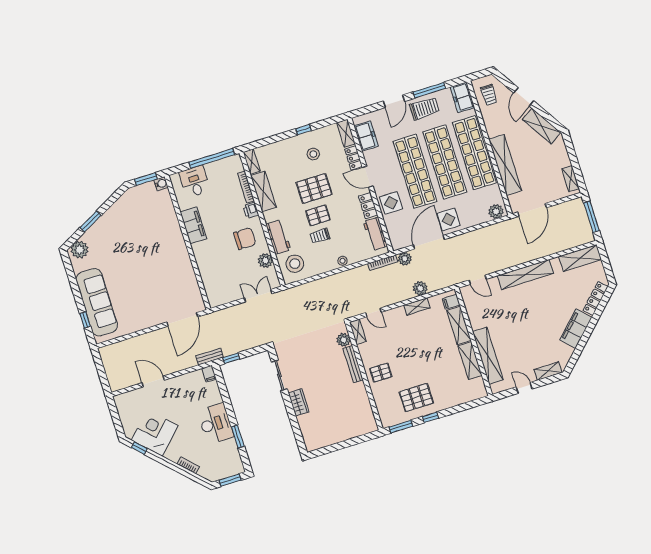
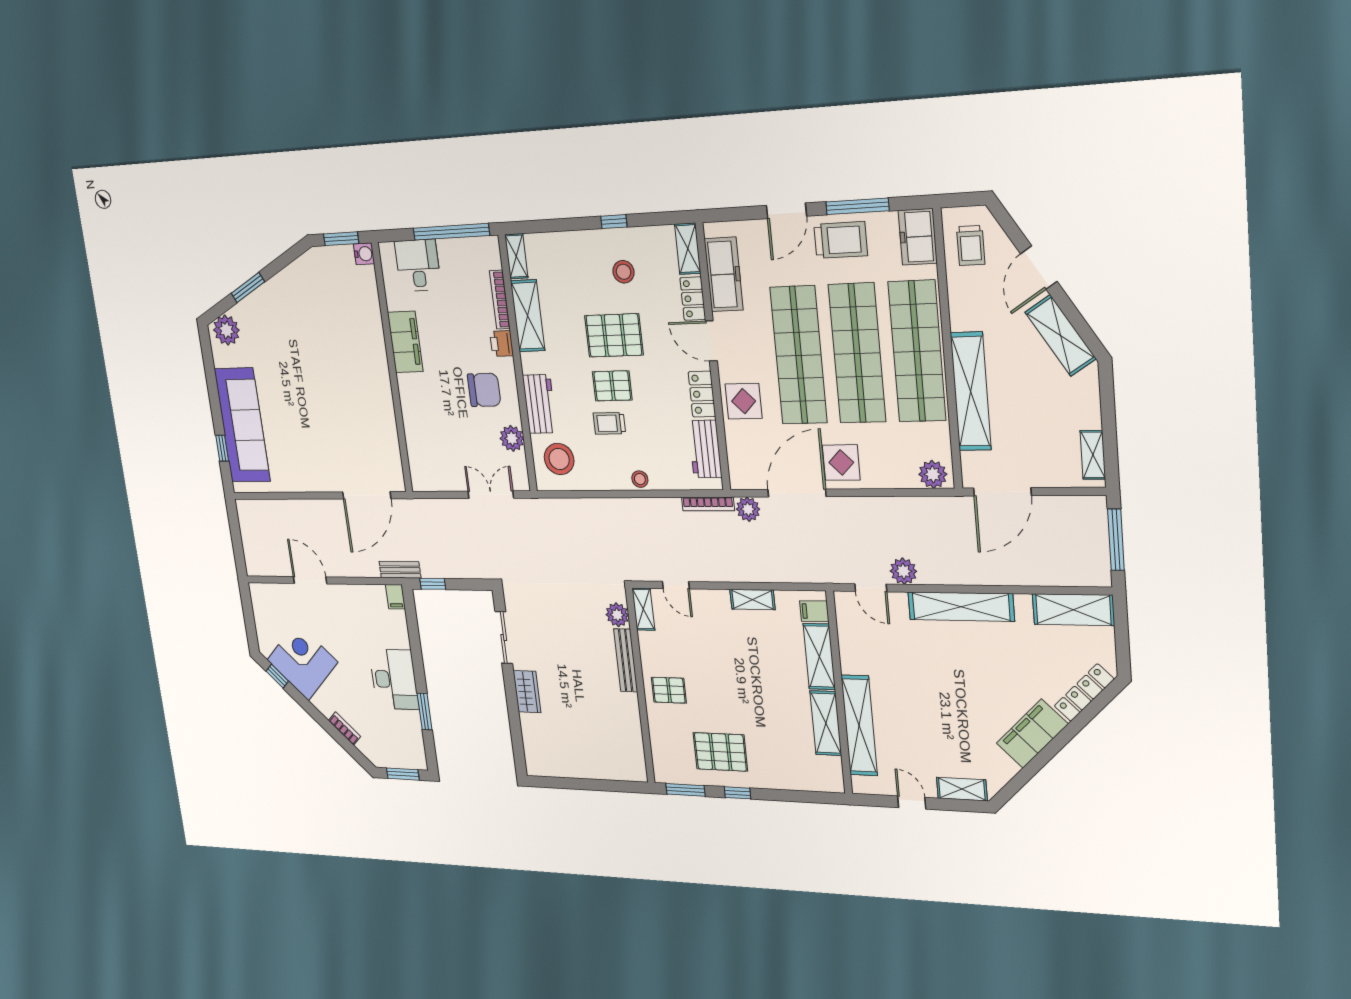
freezer: (366, 136) -> (724, 274), width x1.40
plant: (420, 288) -> (903, 571), moved

